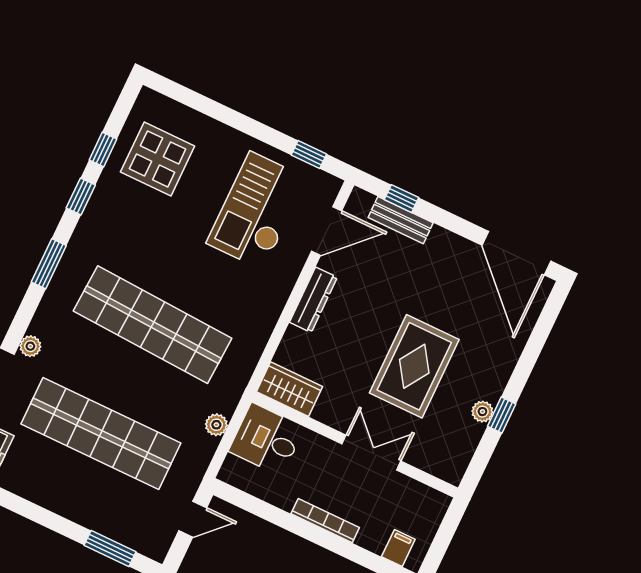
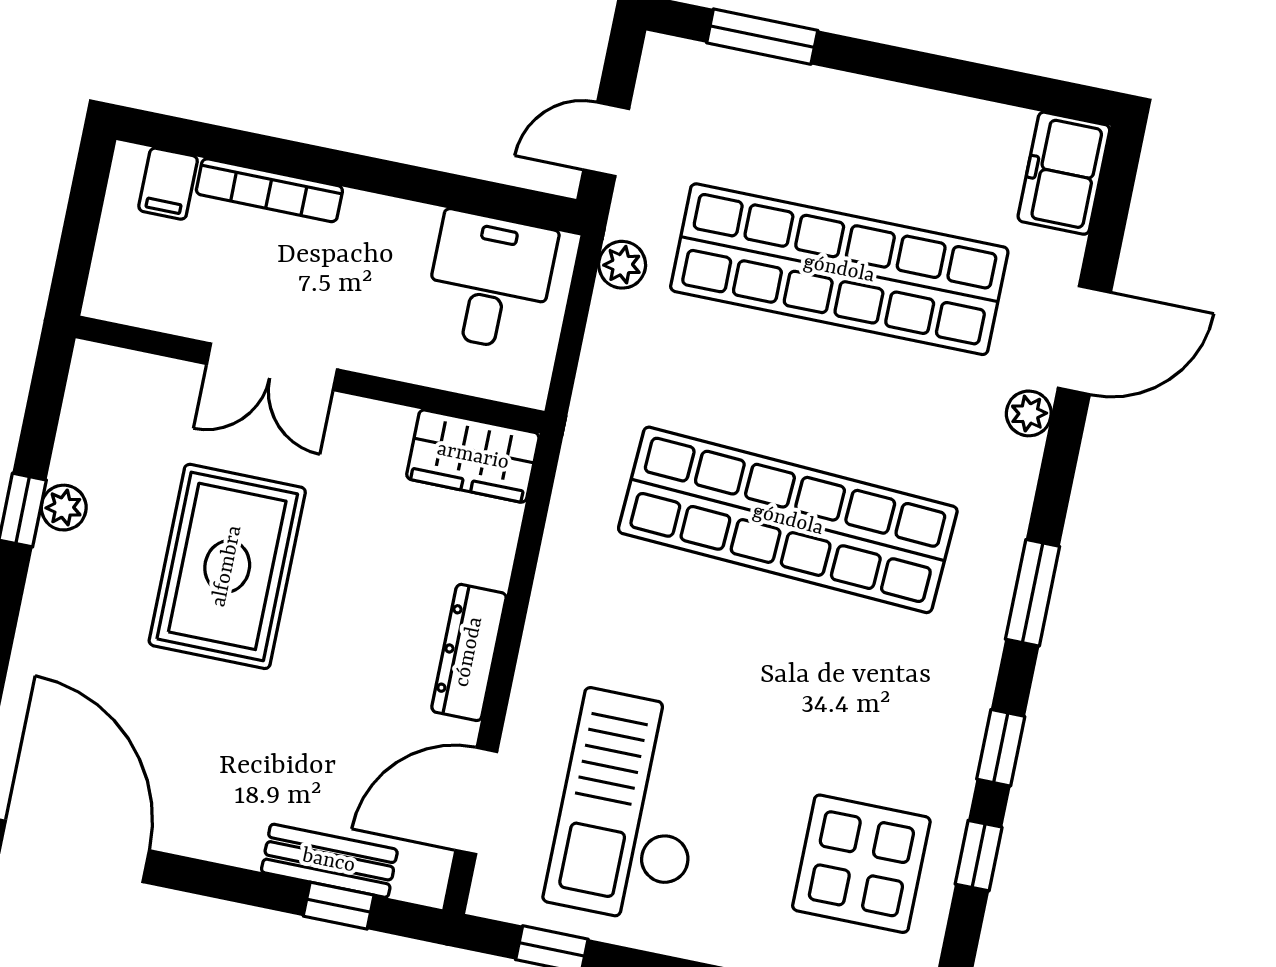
checkout: (257, 211) -> (631, 807), turned 180
plant: (216, 425) -> (622, 265), moved
desk: (267, 439) -> (490, 281), moved, turned -90
bookcase: (325, 521) -> (269, 190), moved

